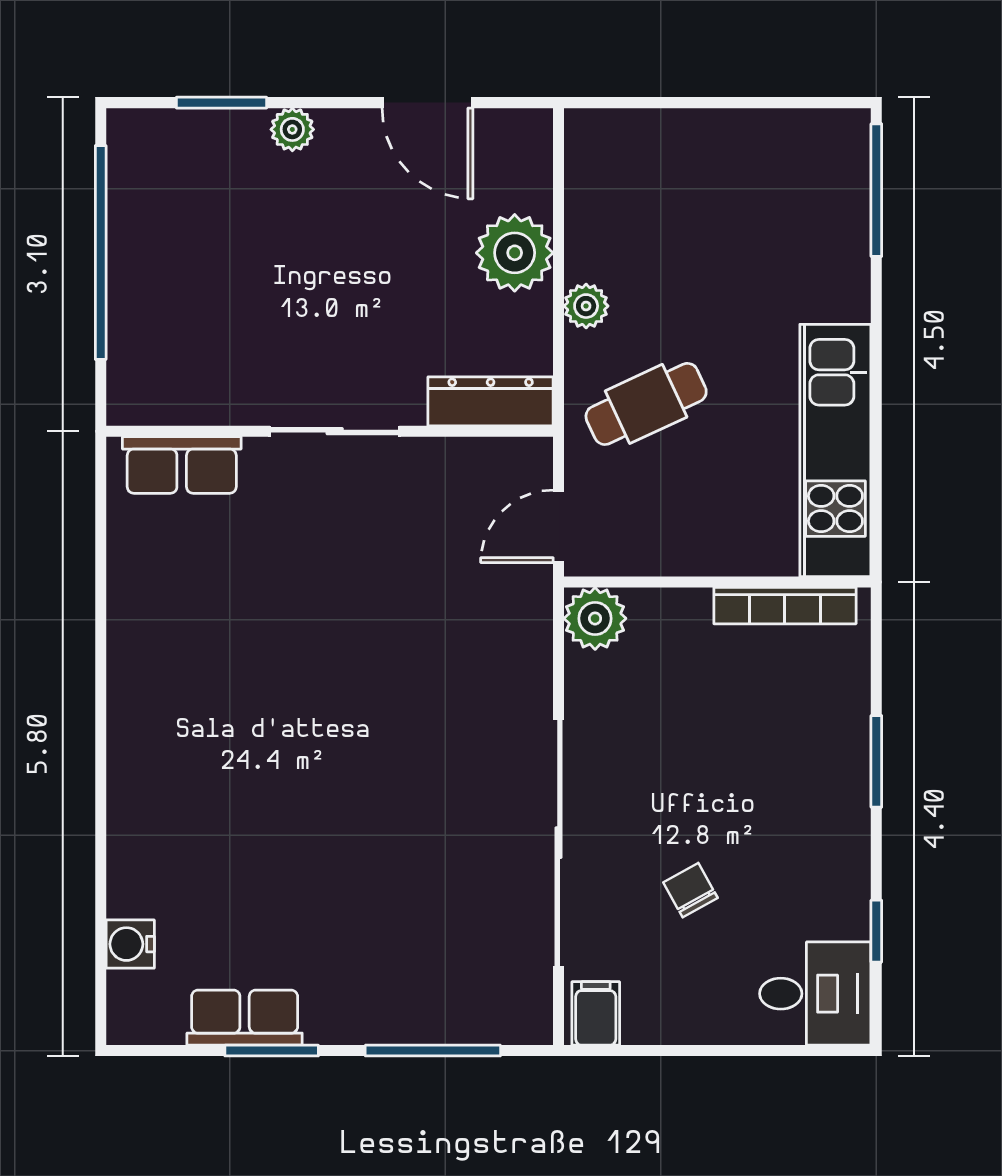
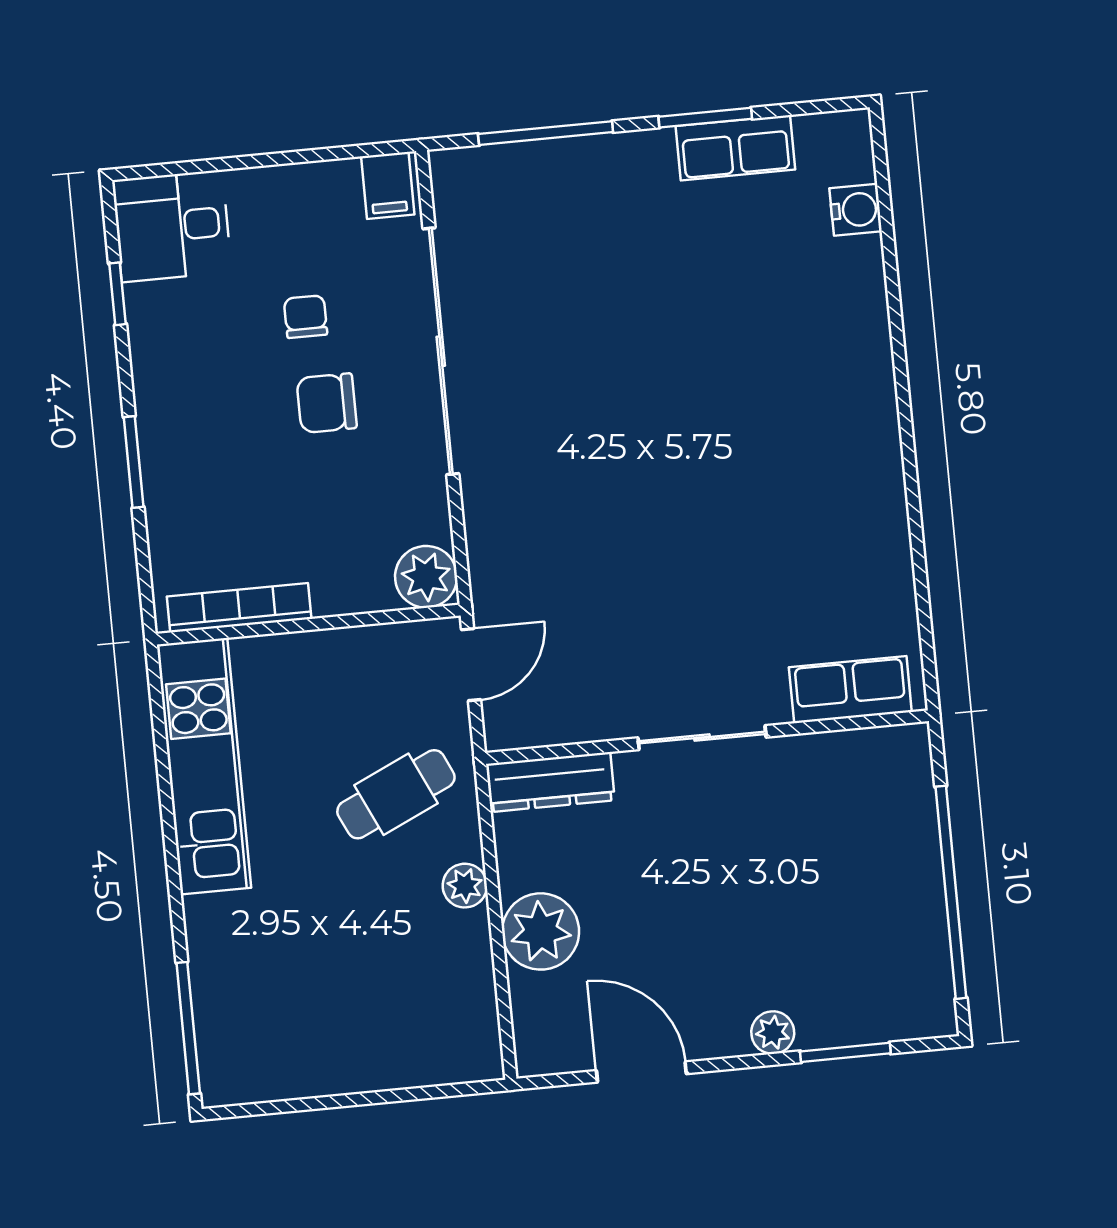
chair: (678, 802) -> (327, 403), added
chair: (690, 890) -> (306, 317), turned -151

